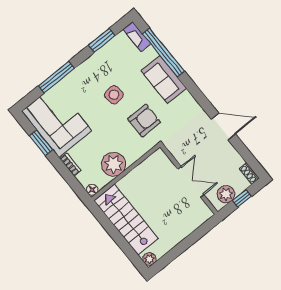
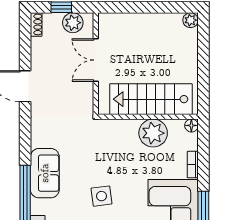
armchair: (144, 120) -> (93, 150), removed
stairs: (126, 219) -> (151, 99), moved, turned 90

